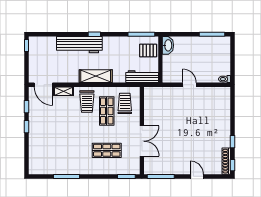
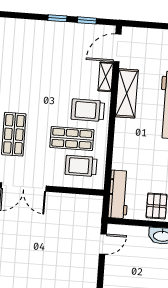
shelving: (96, 76) -> (127, 93), moved
door: (189, 85) -> (103, 244), moved
trolley: (125, 103) -> (81, 166), turned 180

